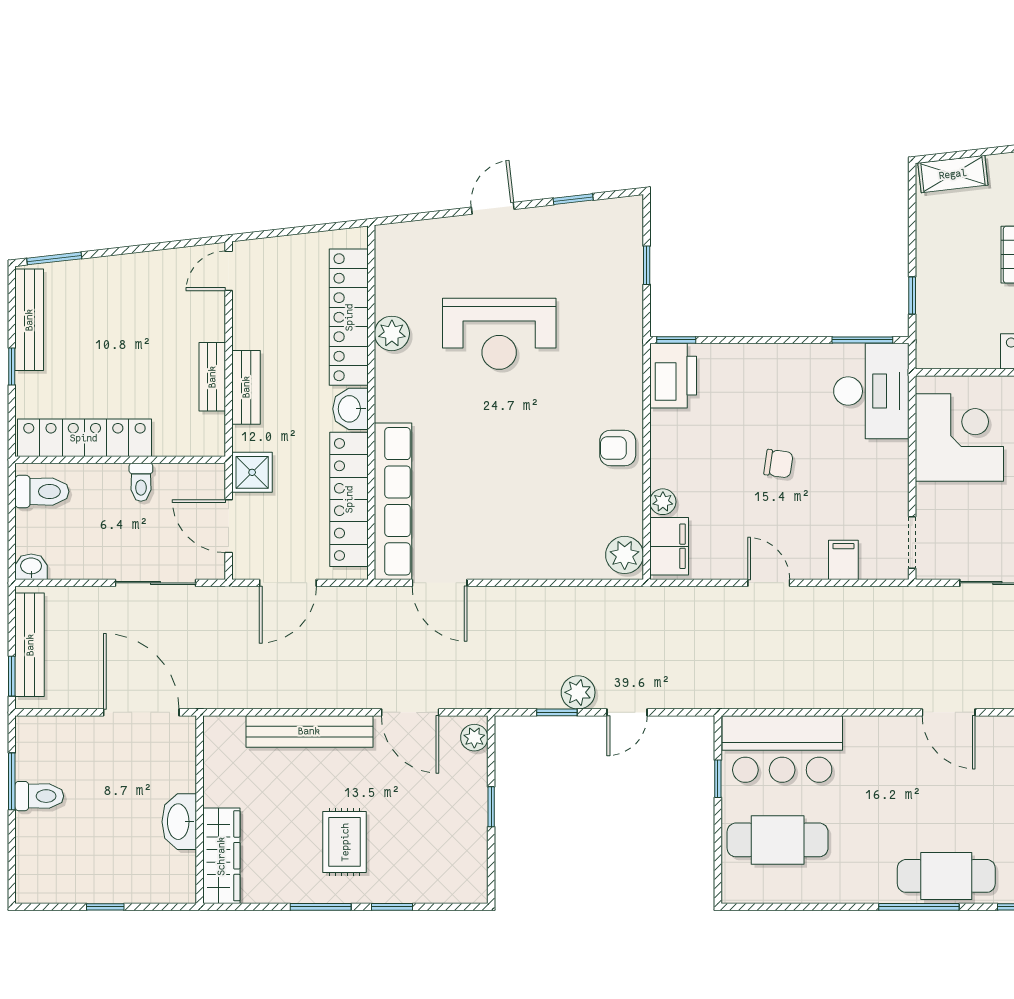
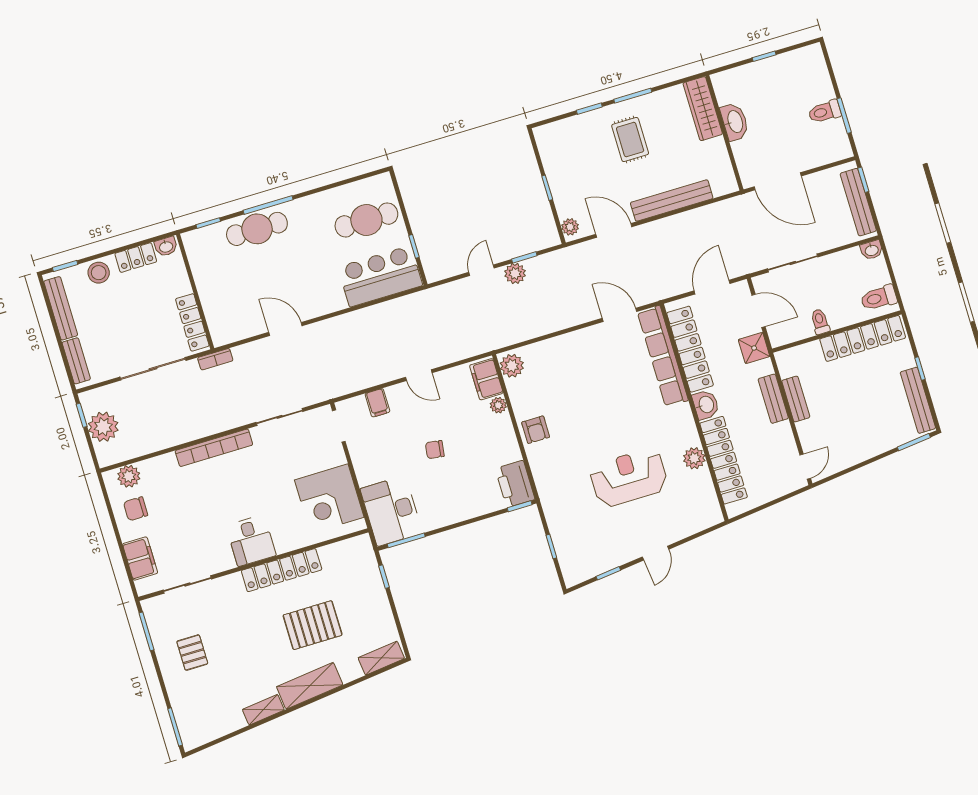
armchair: (618, 448) -> (536, 430), turned 90

